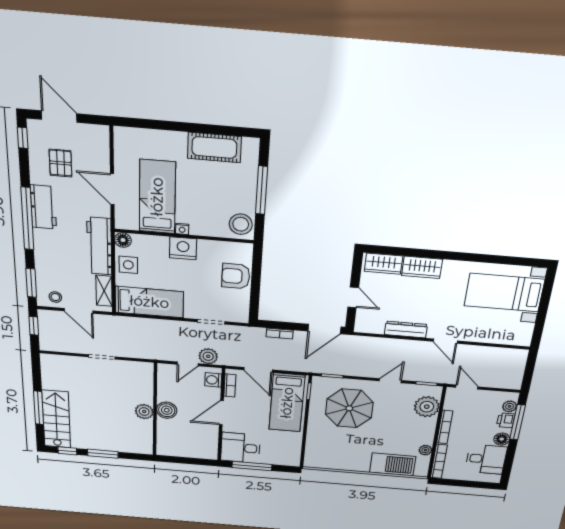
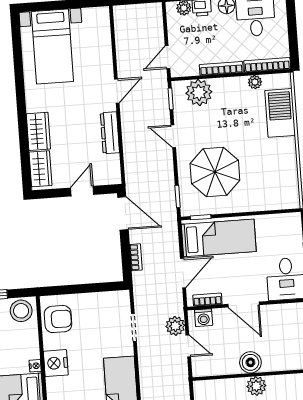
armchair: (236, 276) -> (58, 319), moved, turned -90

